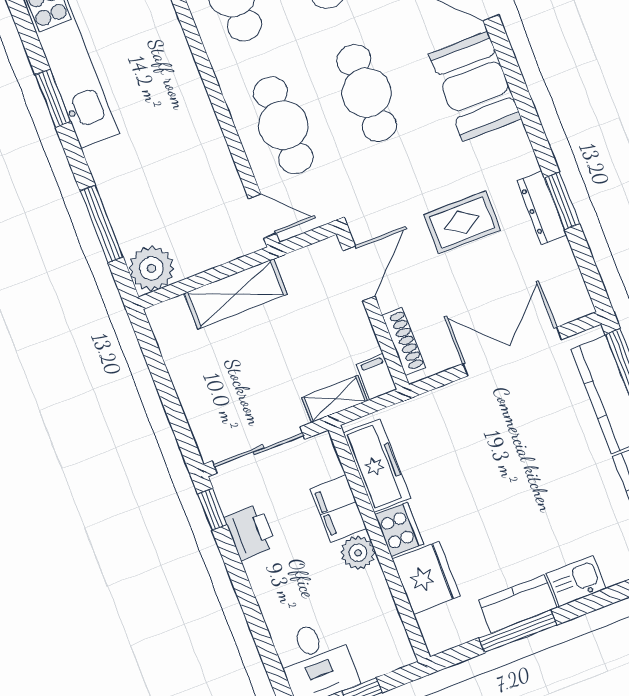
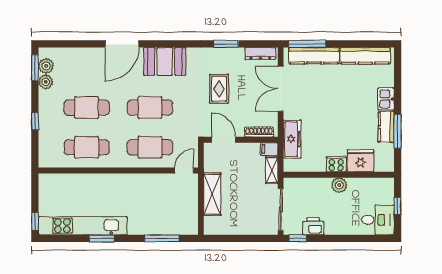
dresser: (542, 208) -> (260, 53), moved
plant: (151, 268) -> (188, 225), removed
freezer: (377, 465) -> (292, 139), moved, turned 90
filing cabinet: (338, 509) -> (318, 186), removed

